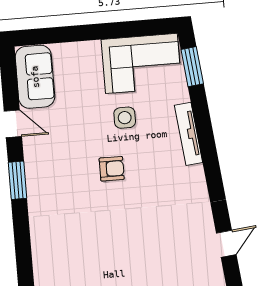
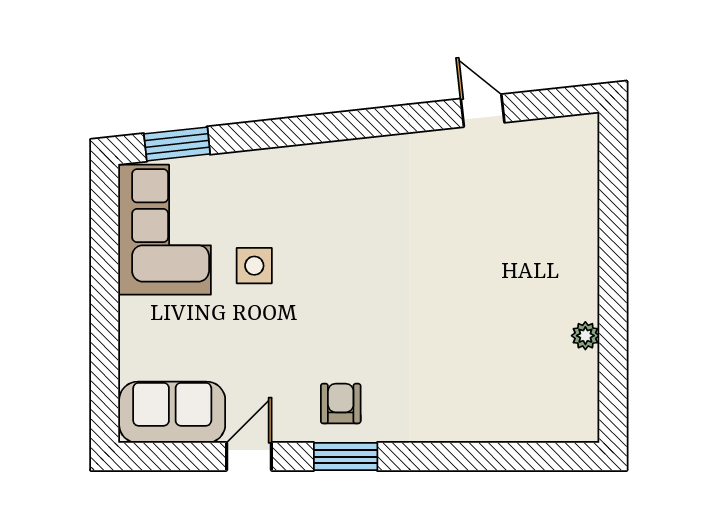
tv unit: (189, 134) -> (291, 160), removed
armchair: (112, 169) -> (341, 404), moved

